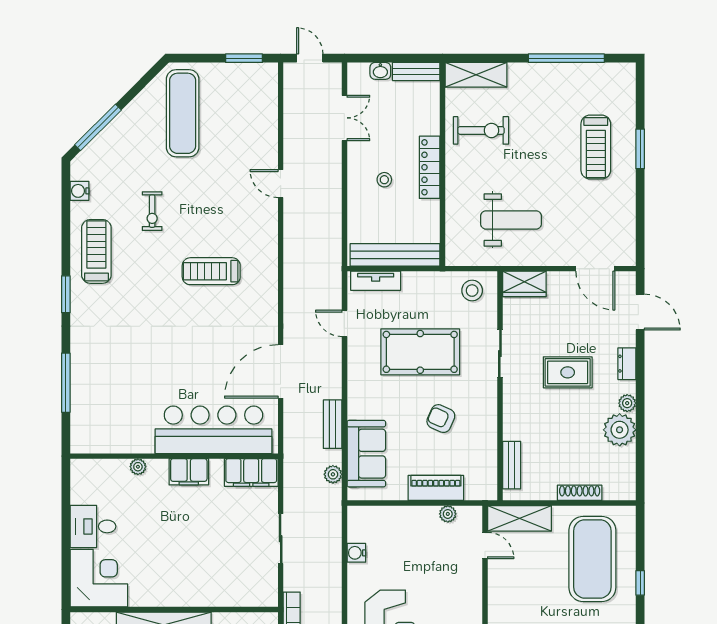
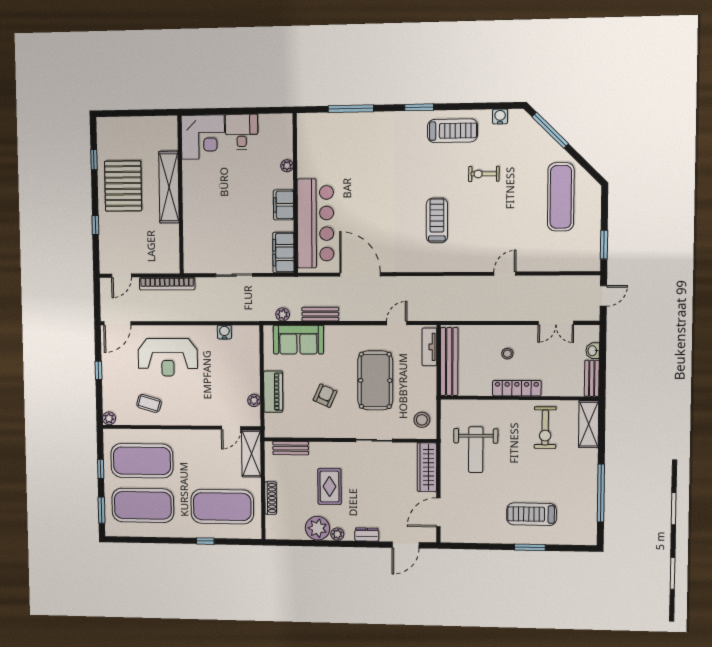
exercise mat: (183, 113) -> (561, 197), turned 90
wardrobe: (524, 284) -> (427, 467), width x1.50
rug: (568, 372) -> (330, 487), moved

